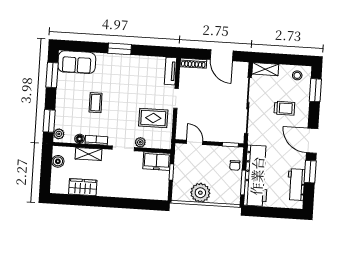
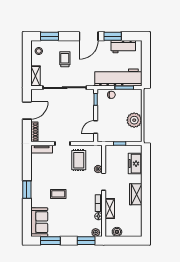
coffee table: (96, 103) -> (58, 194), moved
freezer: (157, 161) -> (135, 164), moved, turned 180
wardrobe: (83, 187) -> (136, 194), moved

